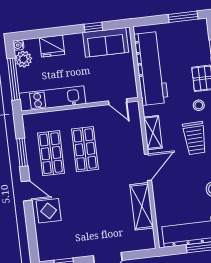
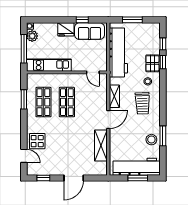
window: (183, 17) -> (132, 20), moved
fridge: (52, 46) -> (66, 29), moved
door: (27, 191) -> (24, 156), moved

